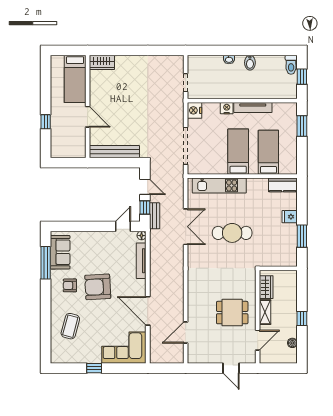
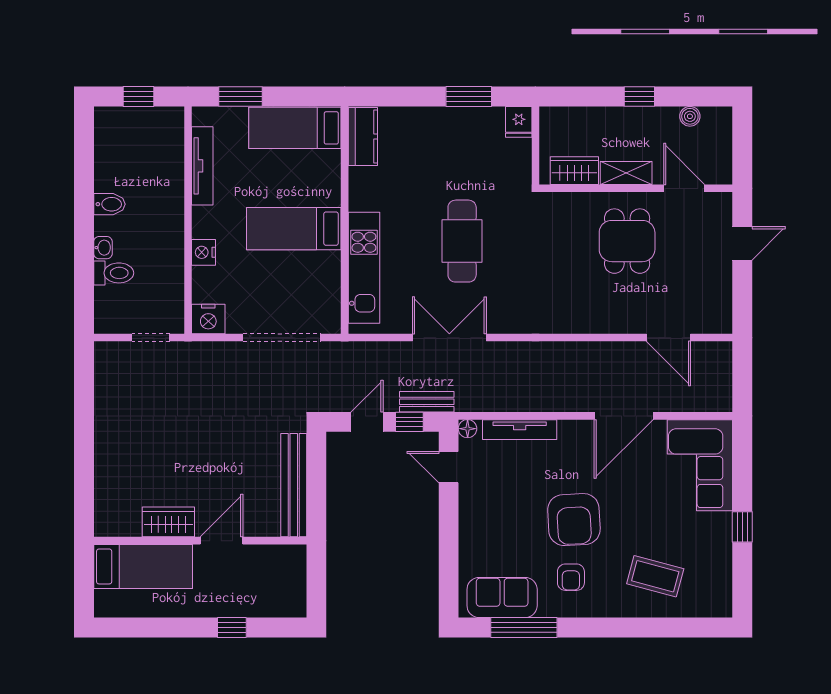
wardrobe: (102, 62) -> (168, 522), moved, turned -90
toilet: (291, 65) -> (114, 273), moved
tv unit: (253, 107) -> (202, 166), moved
bed: (268, 152) -> (295, 128), moved
fridge: (290, 217) -> (519, 122), moved

